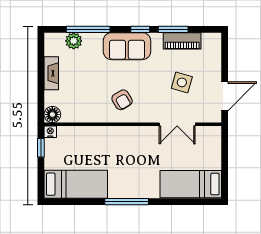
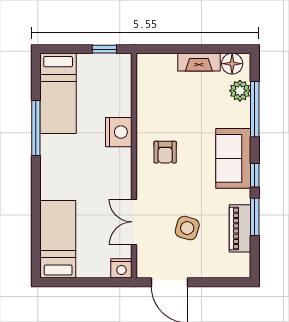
armchair: (122, 100) -> (165, 152), turned -59
floor lamp: (52, 114) -> (232, 64), moved
nightstand: (50, 132) -> (119, 132), moved, width x1.89, depth x1.79
nightstand: (214, 134) -> (121, 268), added
window: (127, 202) -> (36, 128), moved

